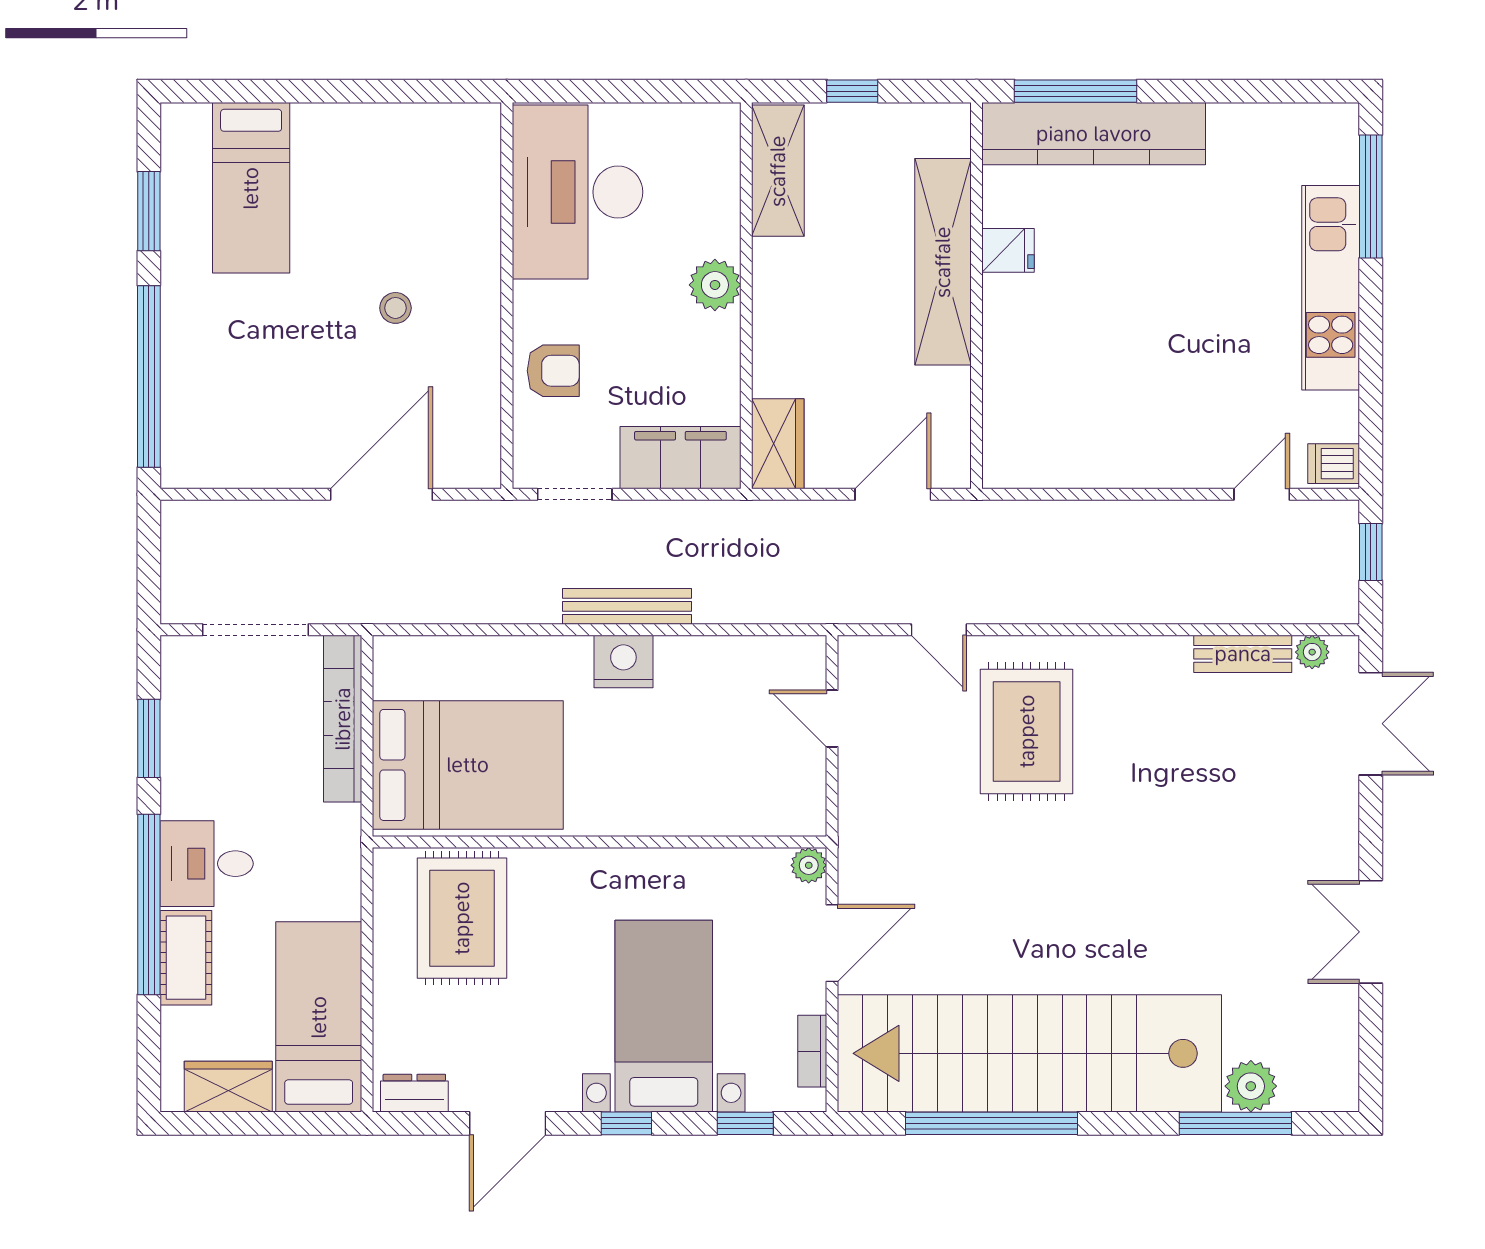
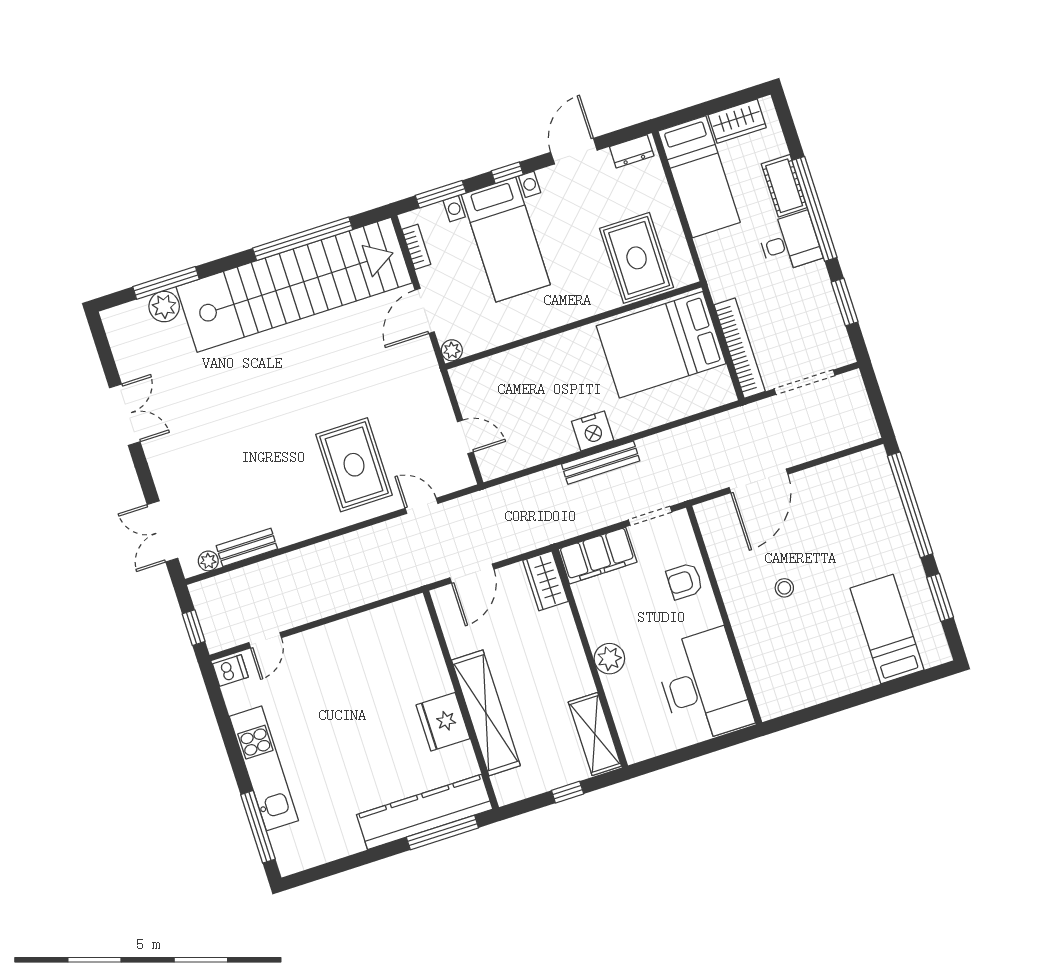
fridge: (1008, 250) -> (443, 722), width x1.88, depth x1.34
window: (745, 1123) -> (441, 194), width x1.50

